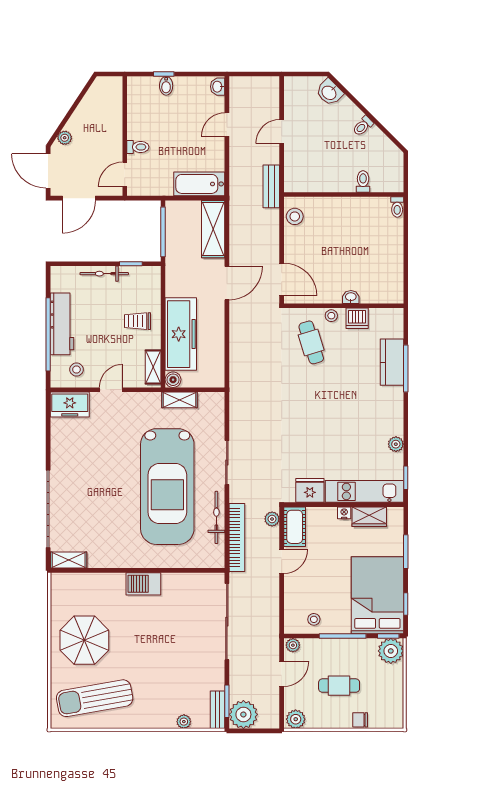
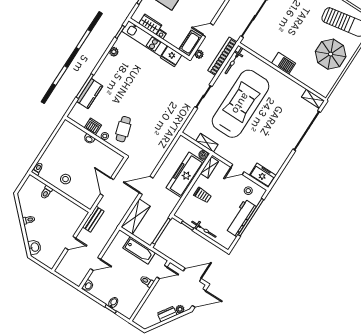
dresser: (79, 119) -> (167, 314), added
door: (48, 171) -> (199, 298), hinge flipped
bathtub: (199, 184) -> (139, 250), moved
stool: (295, 216) -> (65, 179), moved
door: (282, 279) -> (107, 187), moved
bicycle: (216, 517) -> (234, 61), moved

